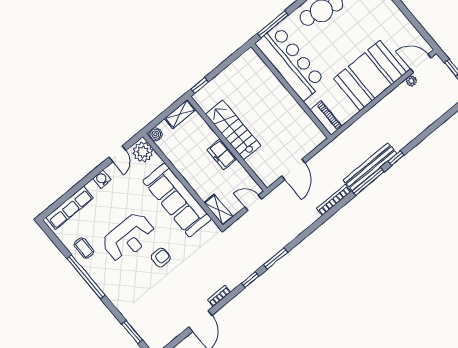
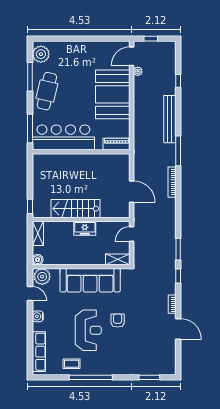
window: (396, 158) -> (178, 81), moved
bench: (370, 167) -> (170, 119), moved

